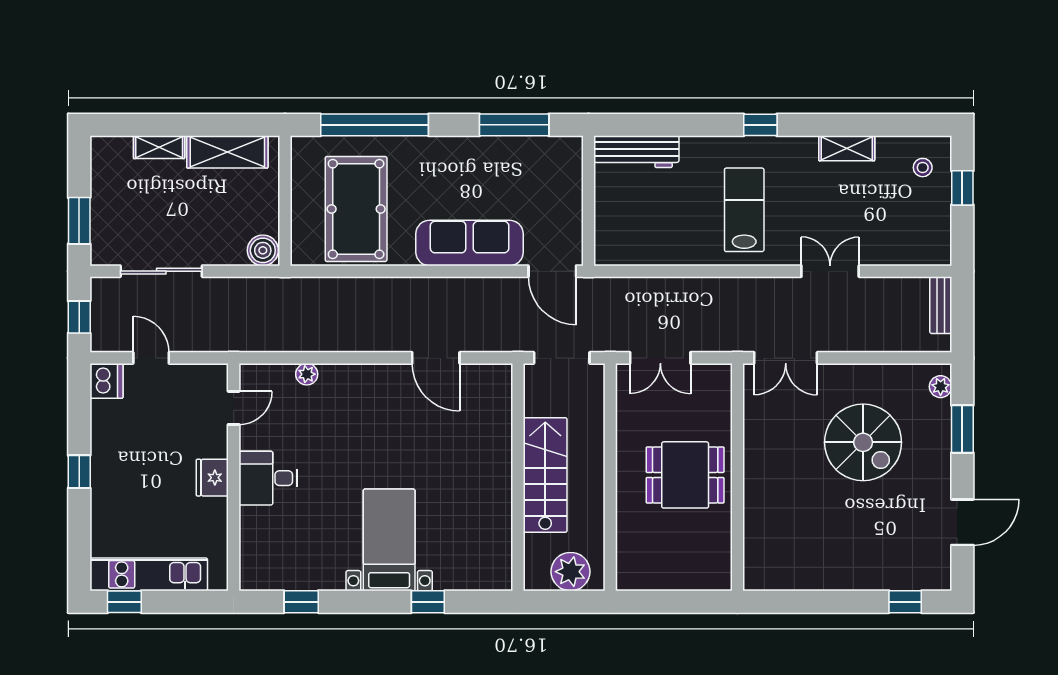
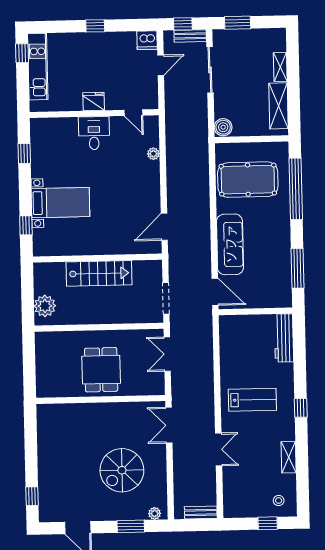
door: (552, 271) -> (215, 292), swing flipped
bench: (101, 305) -> (190, 36), added
stairs: (545, 475) -> (99, 273), moved
wall: (518, 477) -> (97, 258), moved

